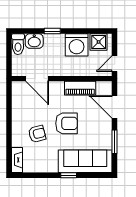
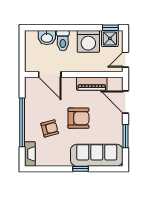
window: (52, 31) -> (110, 28), moved
toilet: (18, 44) -> (63, 41), moved
window: (9, 128) -> (22, 122), added

